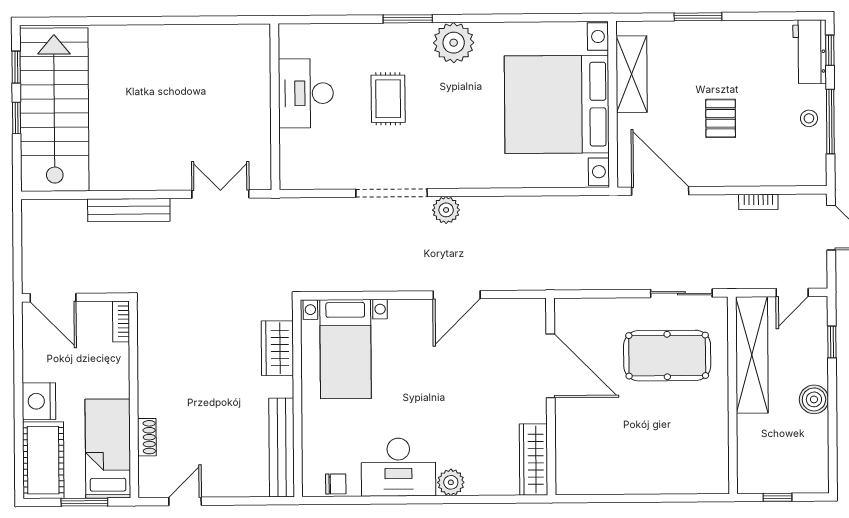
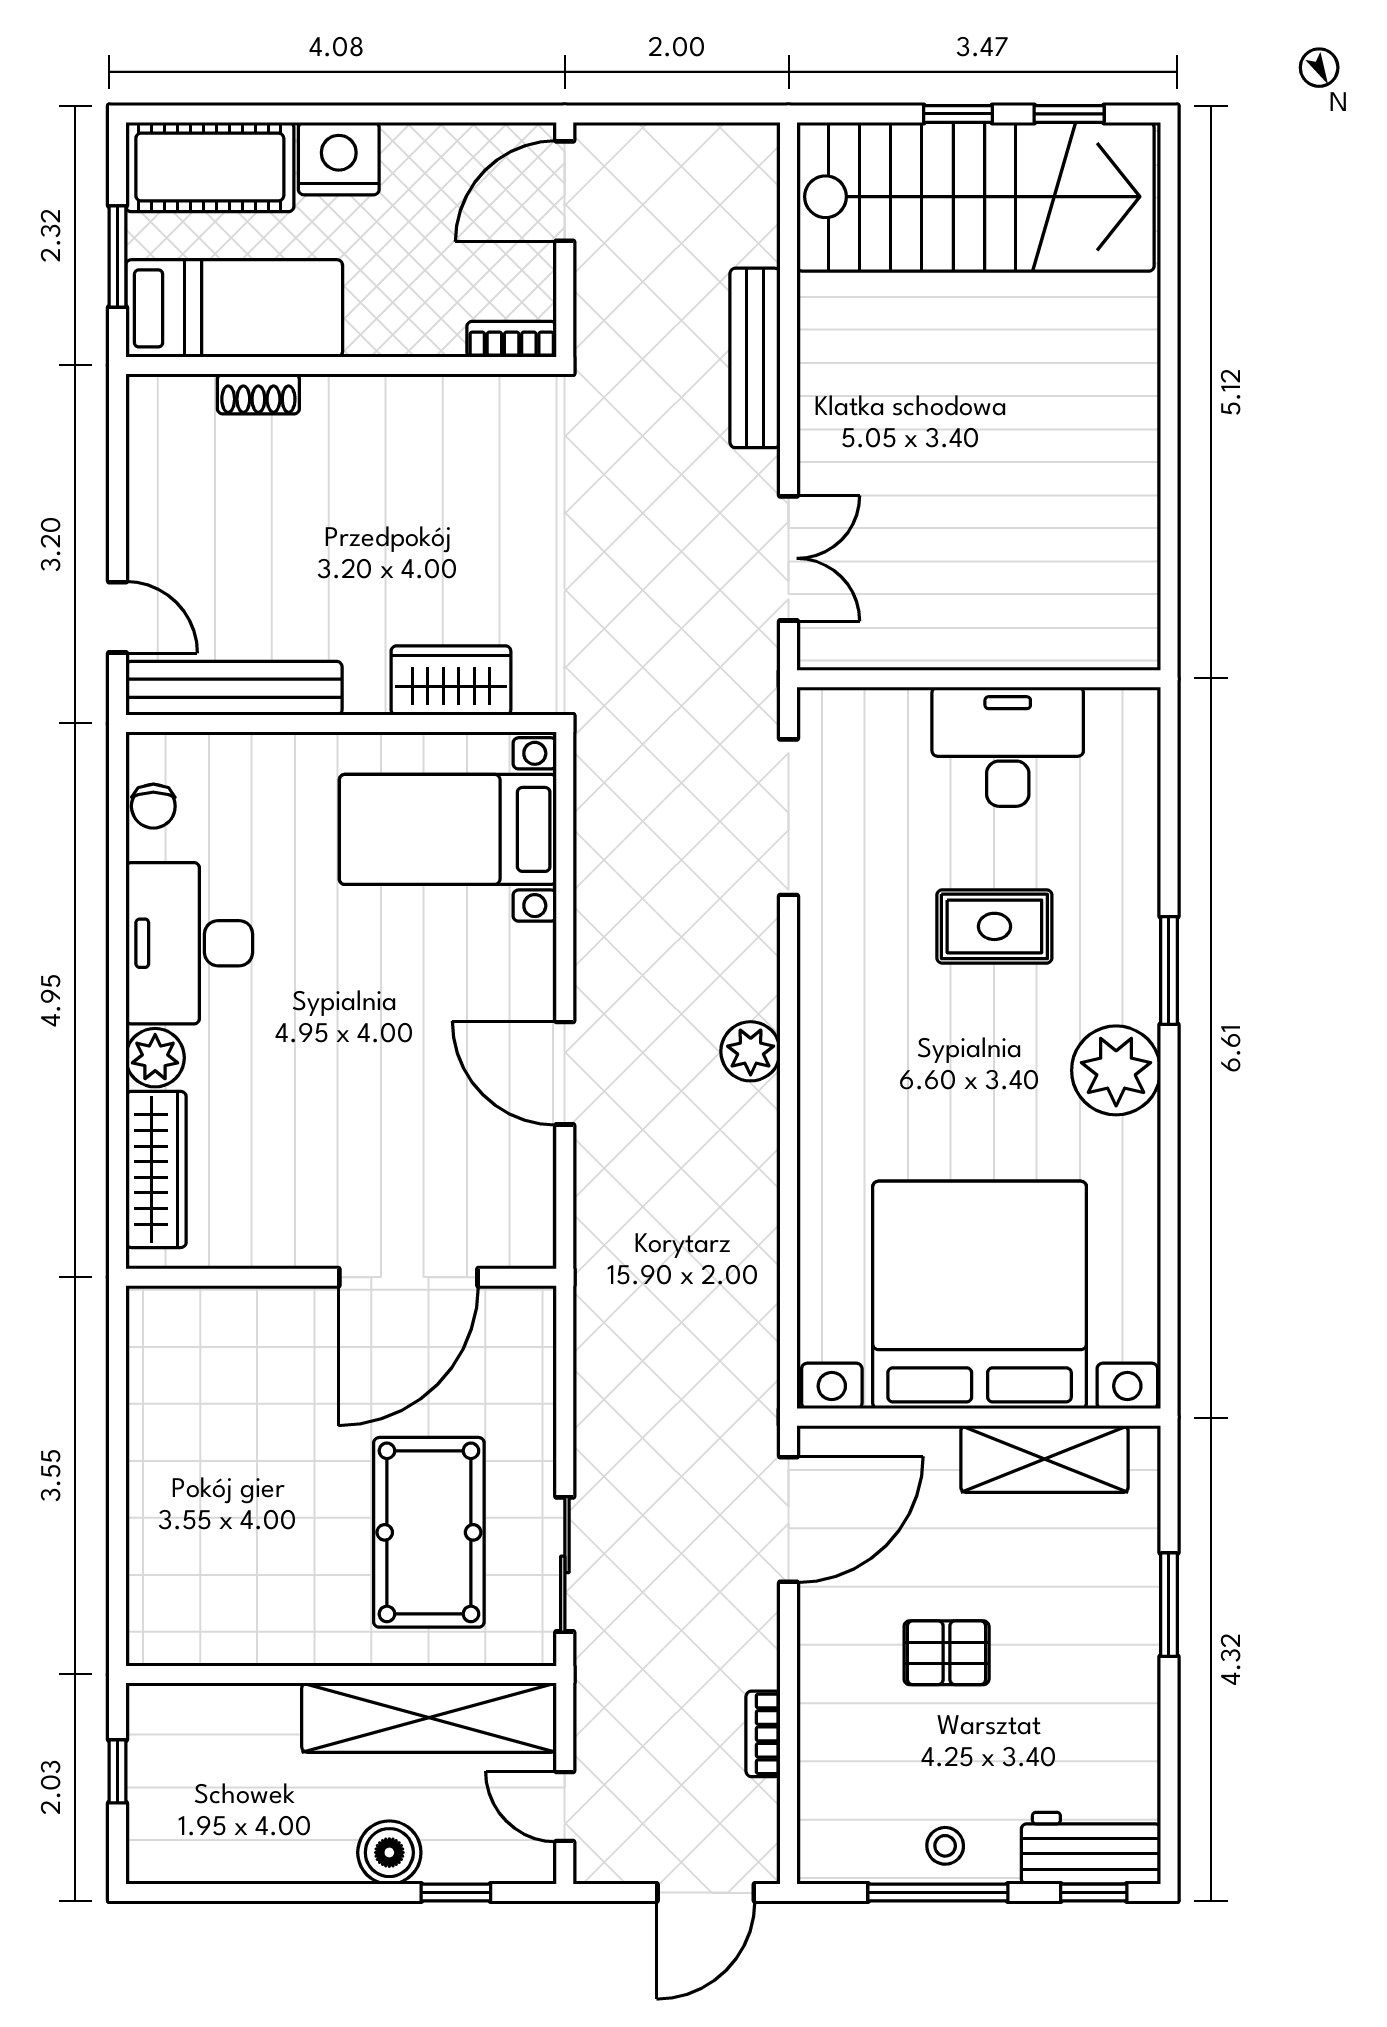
doorway: (392, 193) -> (789, 817), moved
boiler: (814, 399) -> (389, 1853), moved
wardrobe: (534, 459) -> (156, 1169), moved, turned 90
door: (185, 501) -> (117, 617), moved

